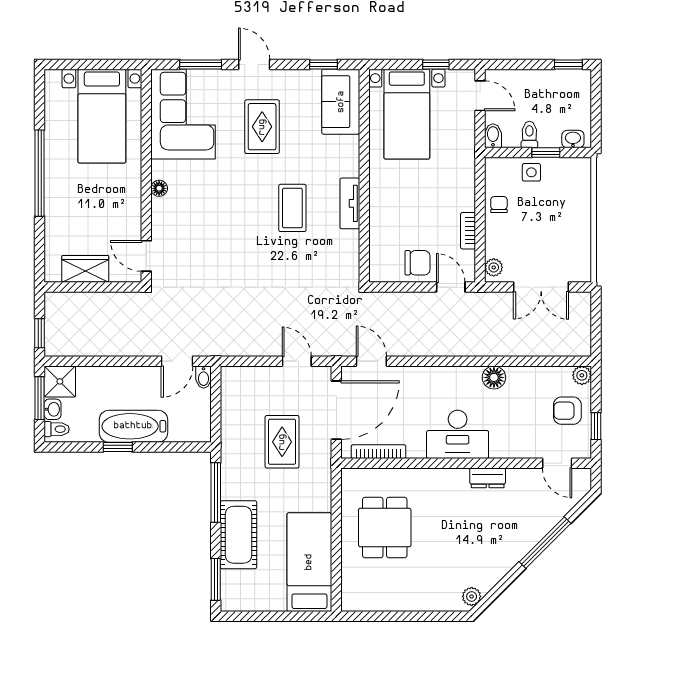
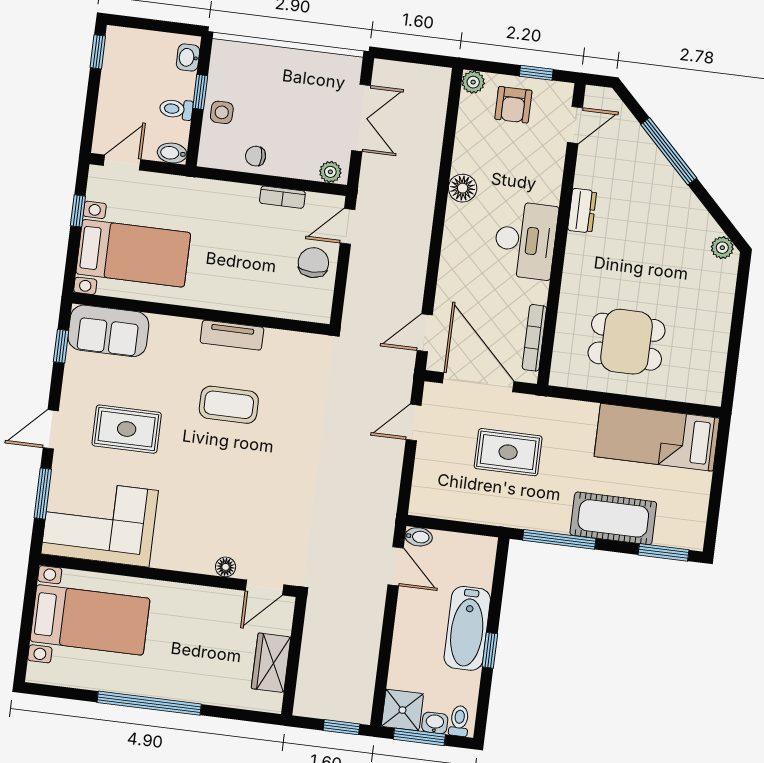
floor lamp: (159, 188) -> (226, 567), moved

